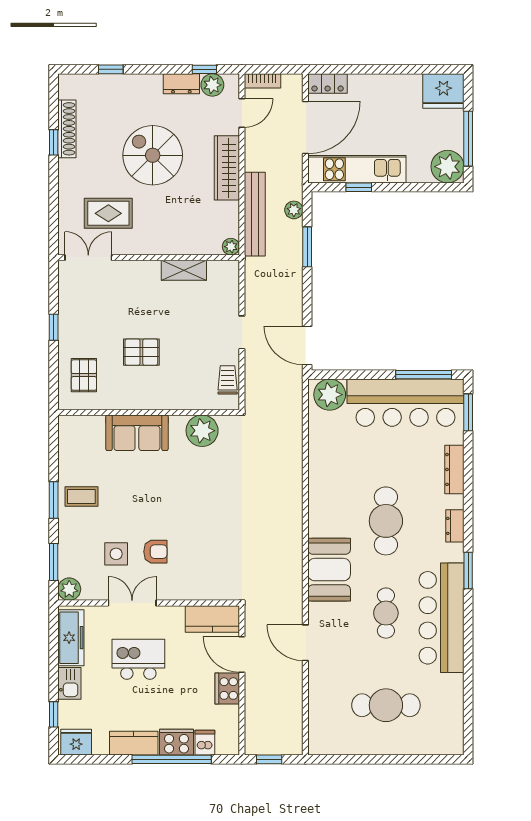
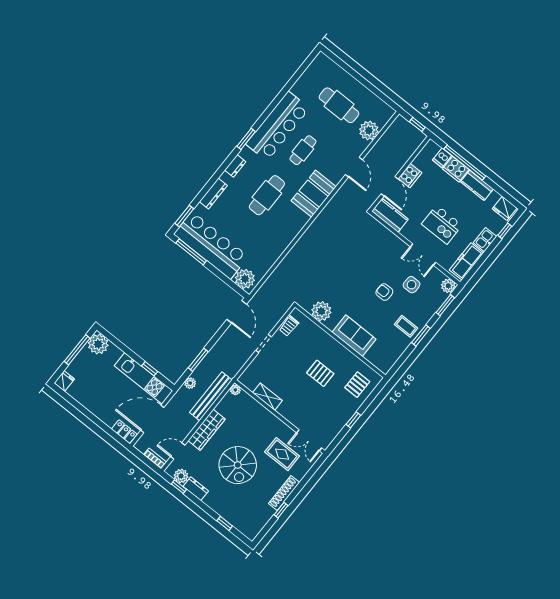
fridge: (443, 91) -> (64, 381), width x0.53, depth x0.75
shoe rack: (67, 129) -> (284, 493), moved
armchair: (155, 552) -> (384, 292), moved
plant: (323, 704) -> (369, 130), added

